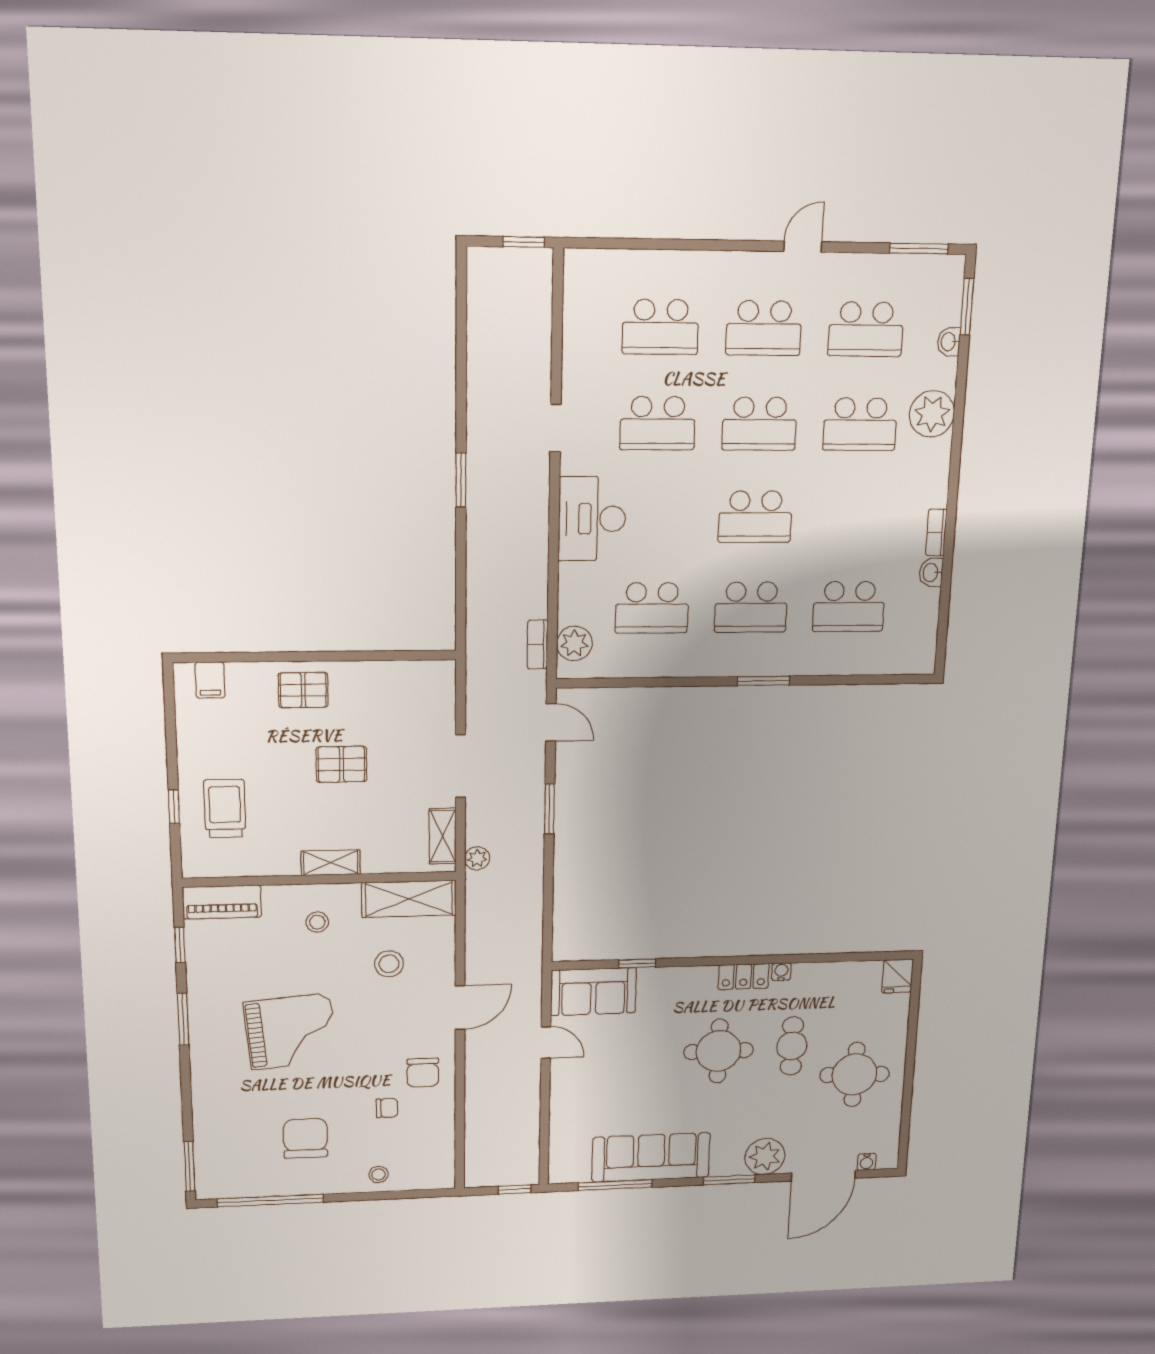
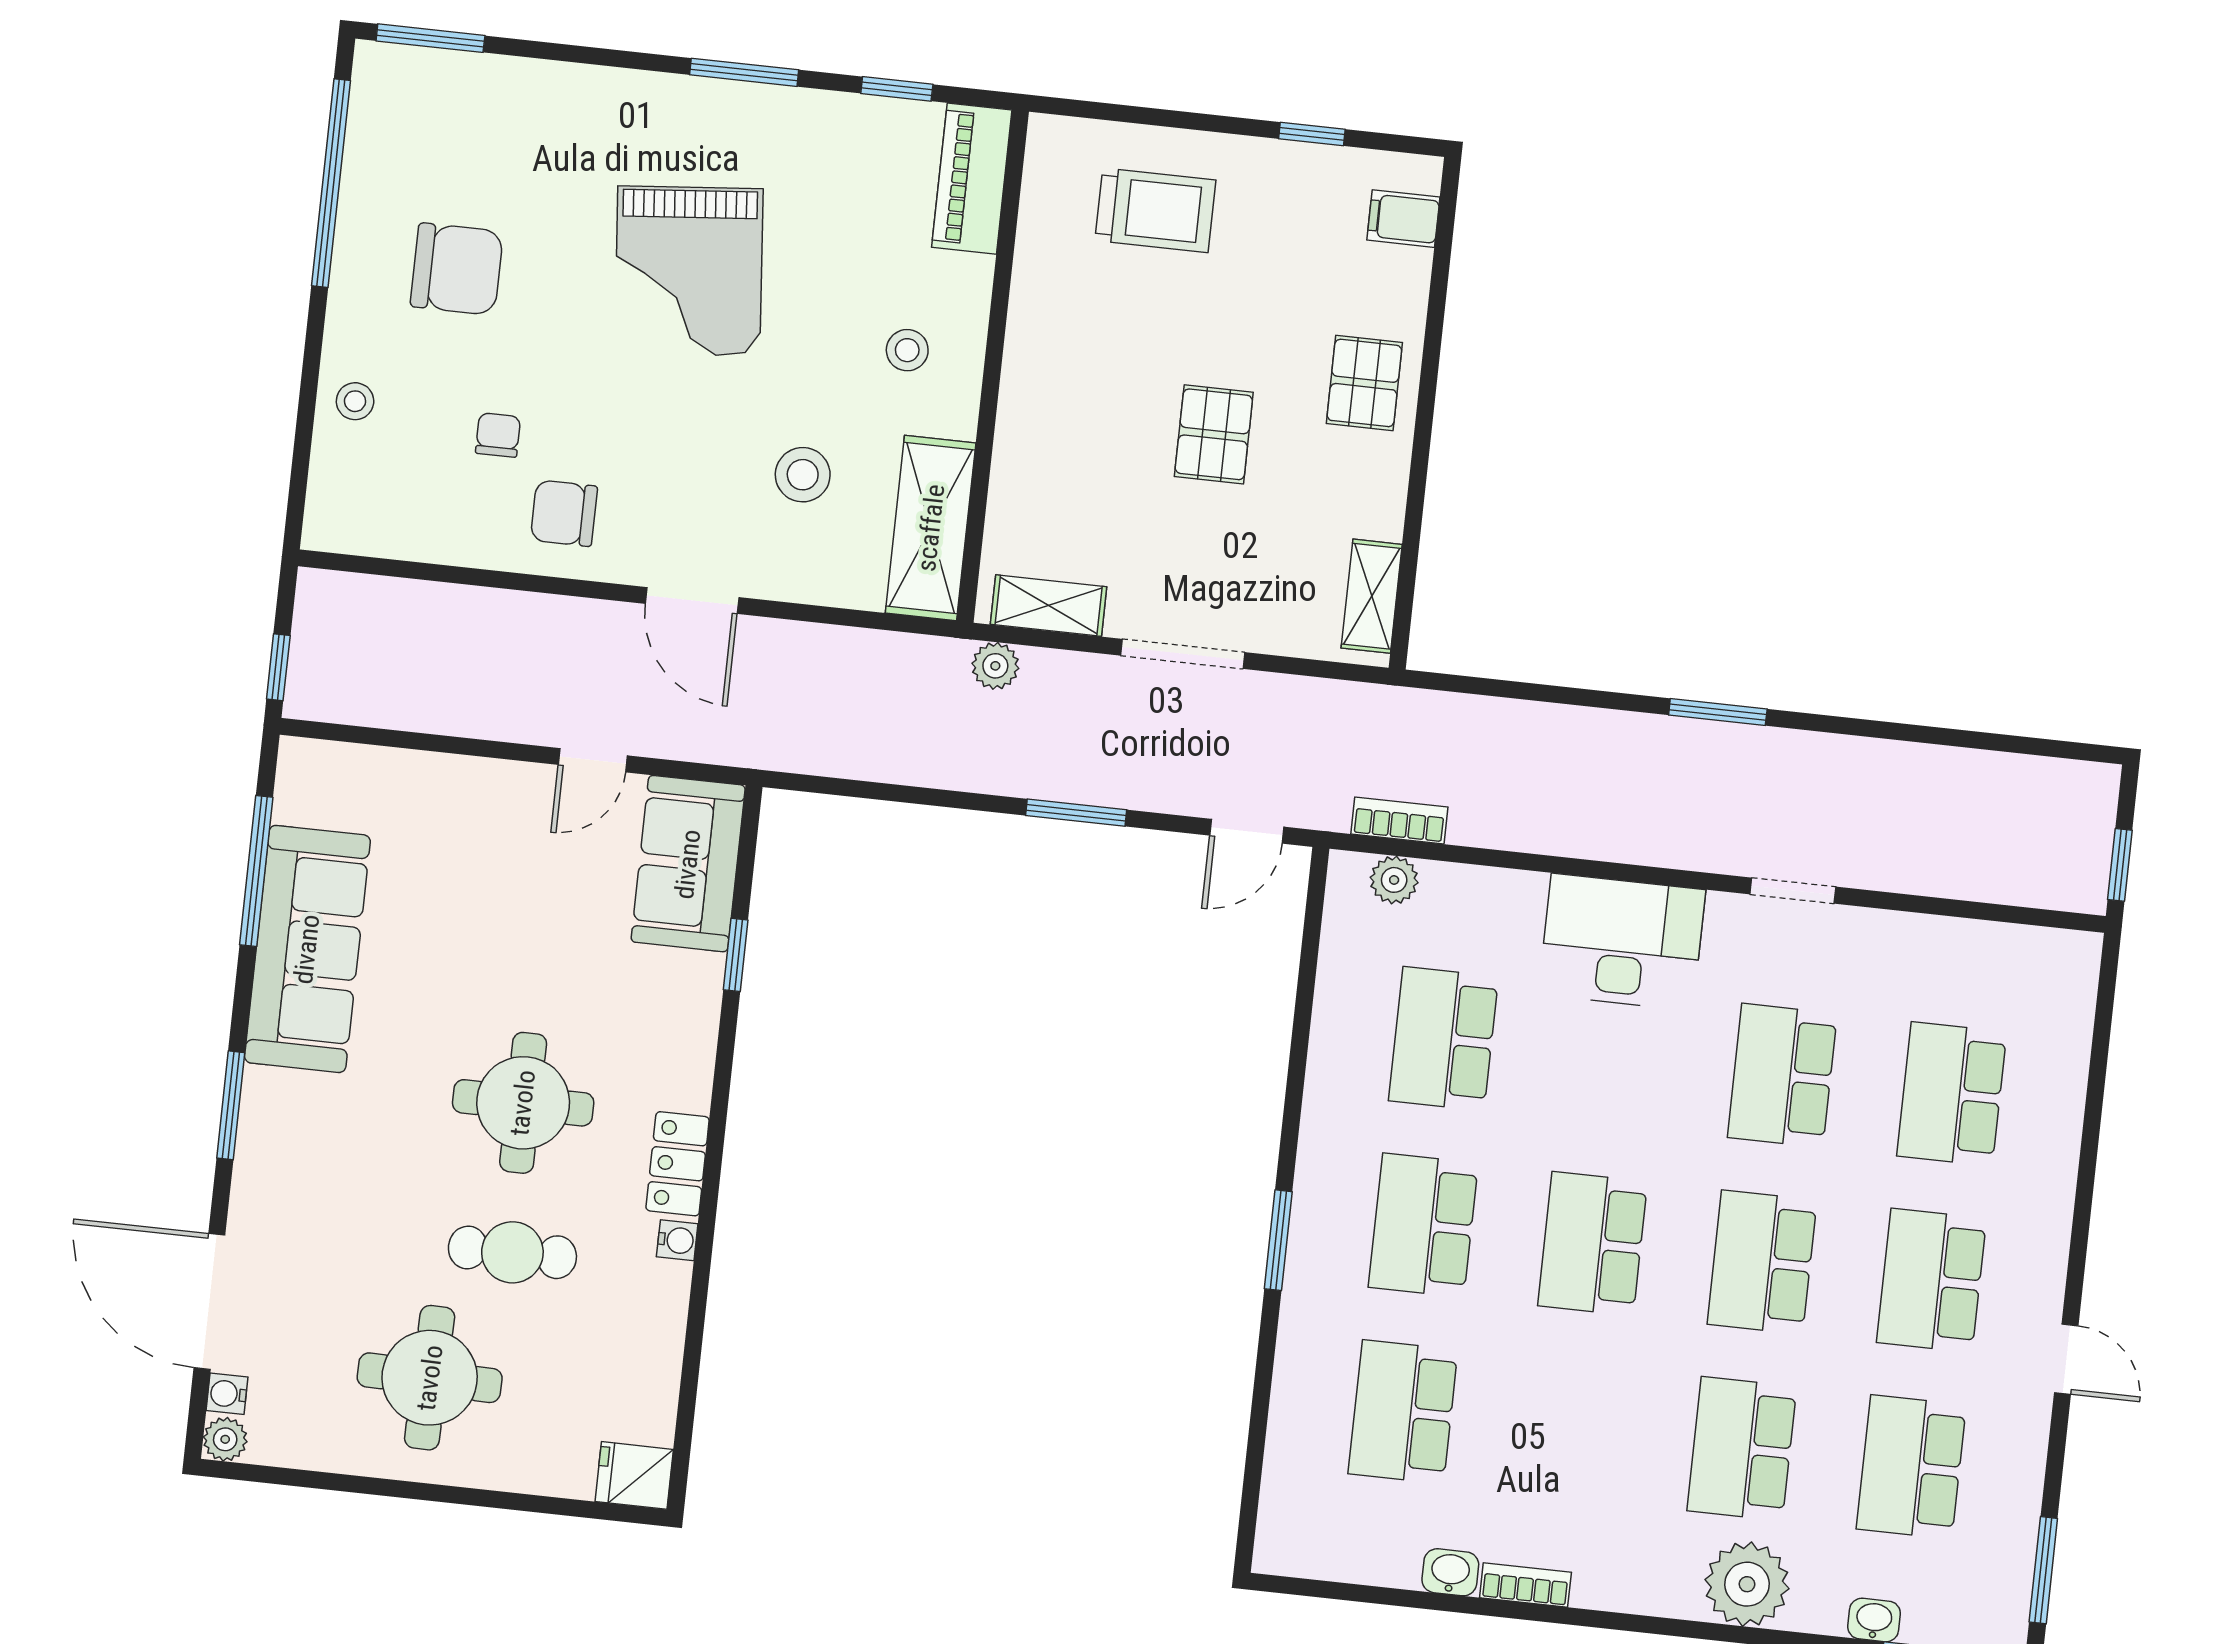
plant: (574, 643) -> (1394, 880), width x0.73, depth x0.73
window: (174, 807) -> (1312, 134), moved
shelving: (331, 863) -> (1372, 596), moved
chair: (387, 1108) -> (498, 435), turned 180
plant: (765, 1157) -> (225, 1439), moved, width x0.53, depth x0.53

